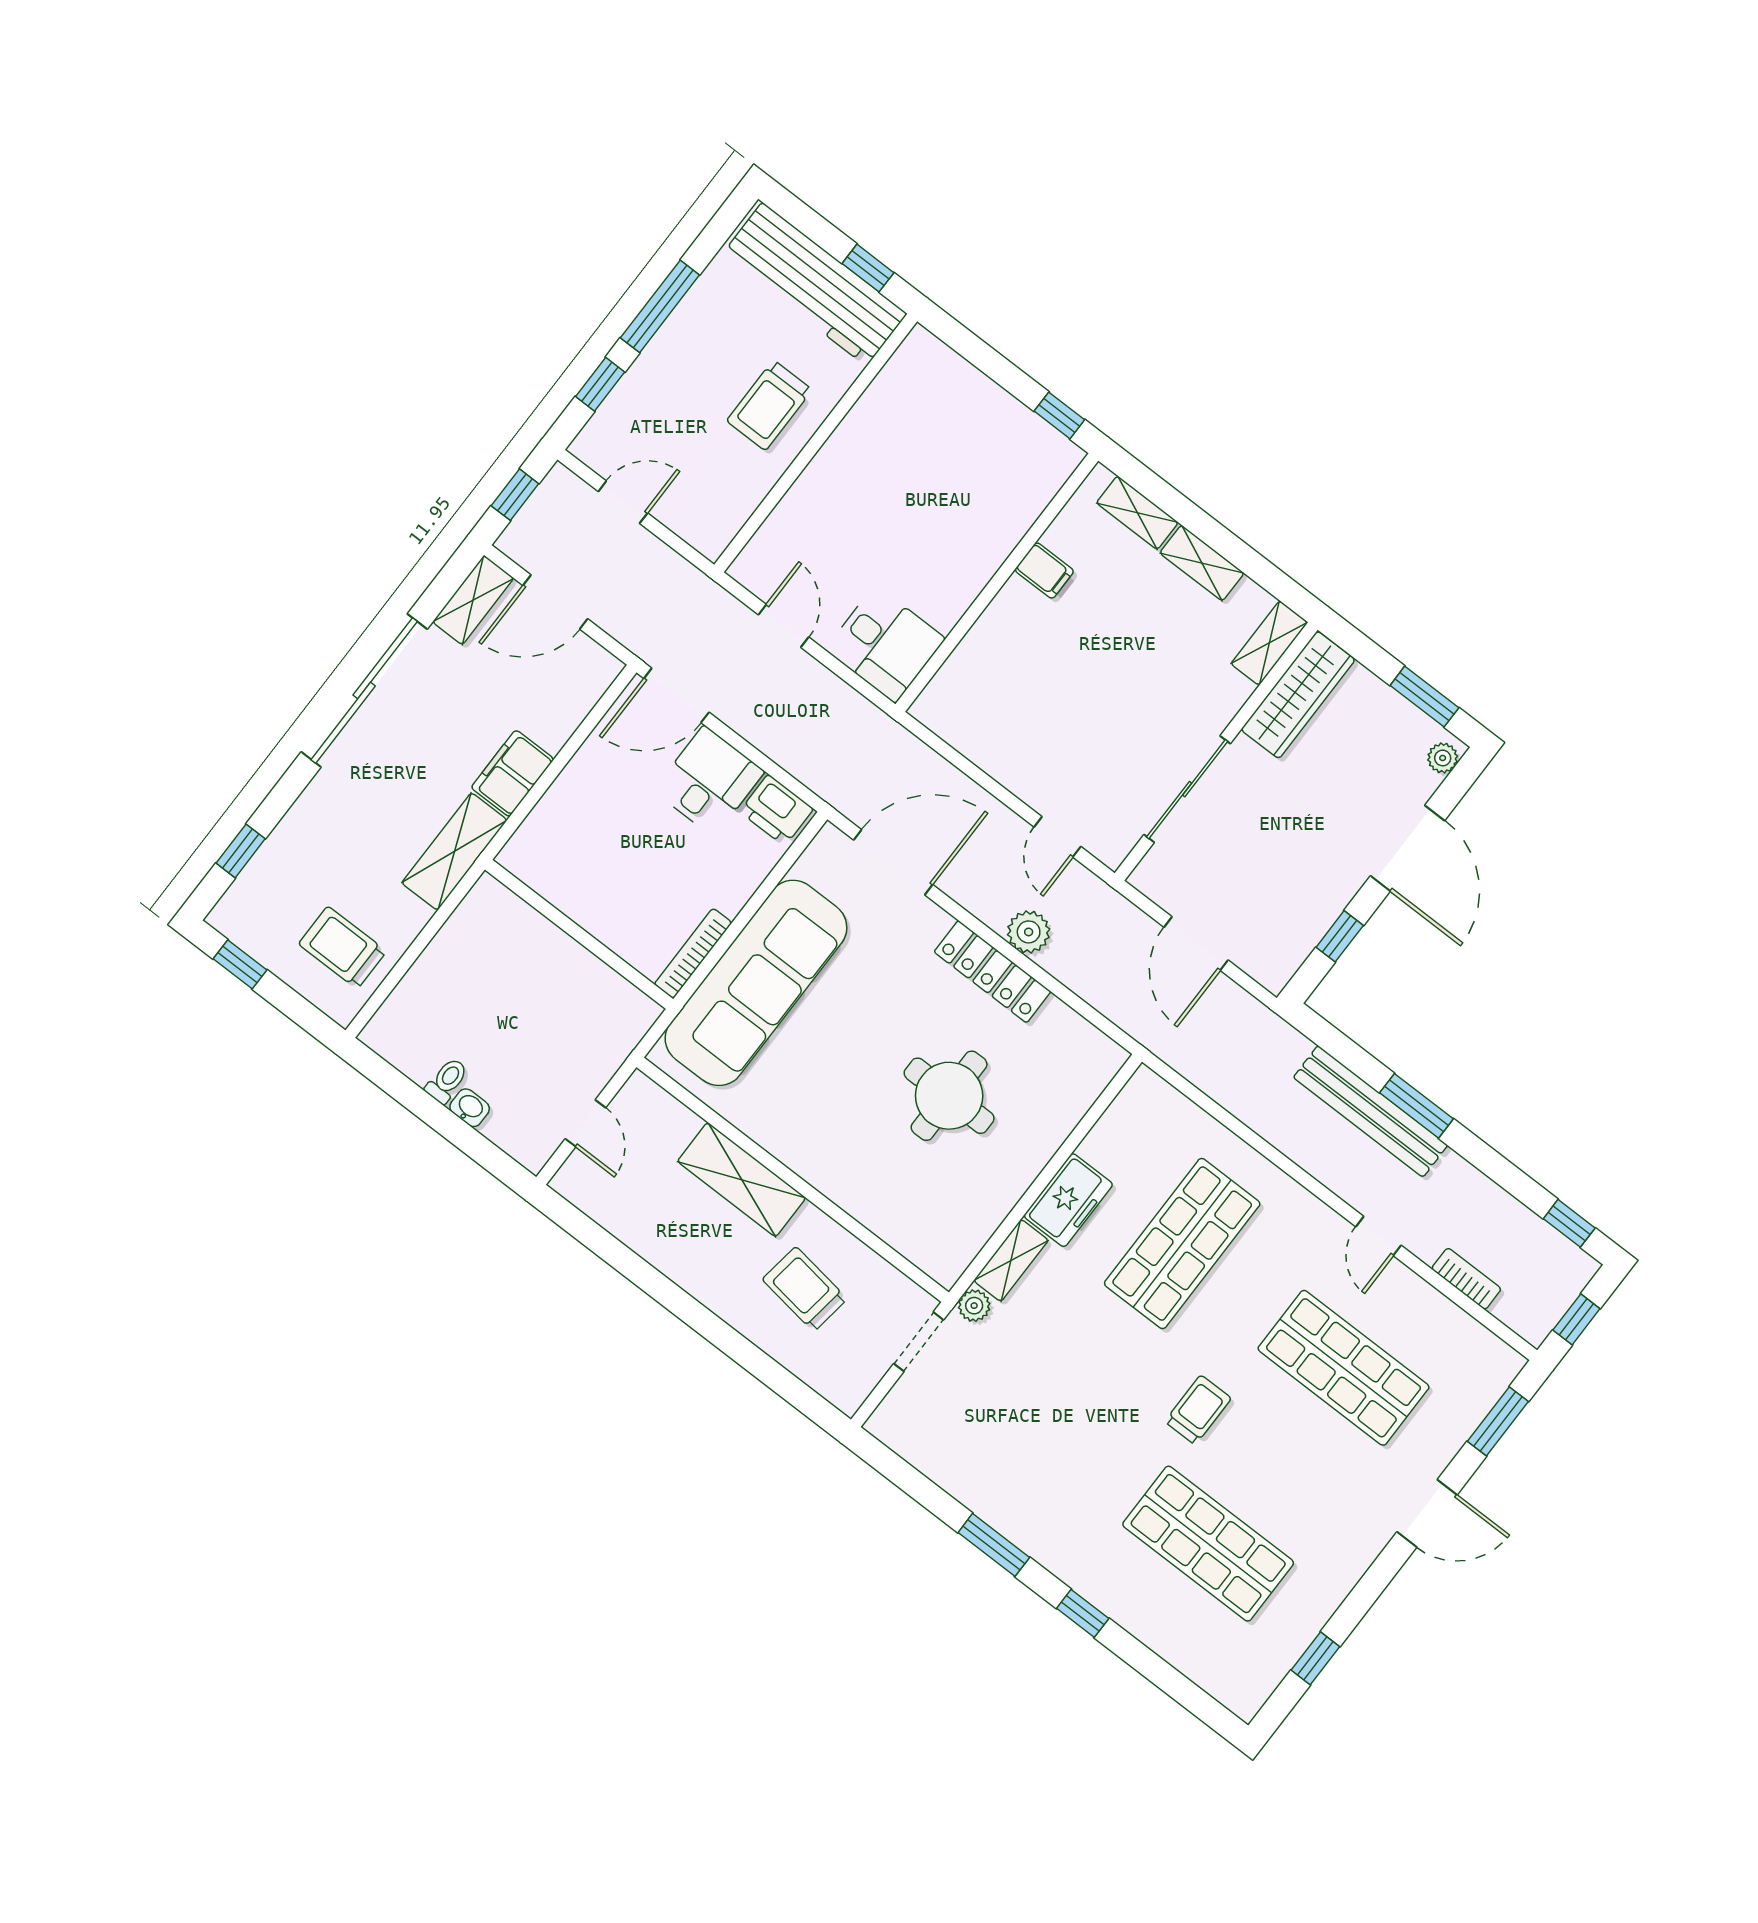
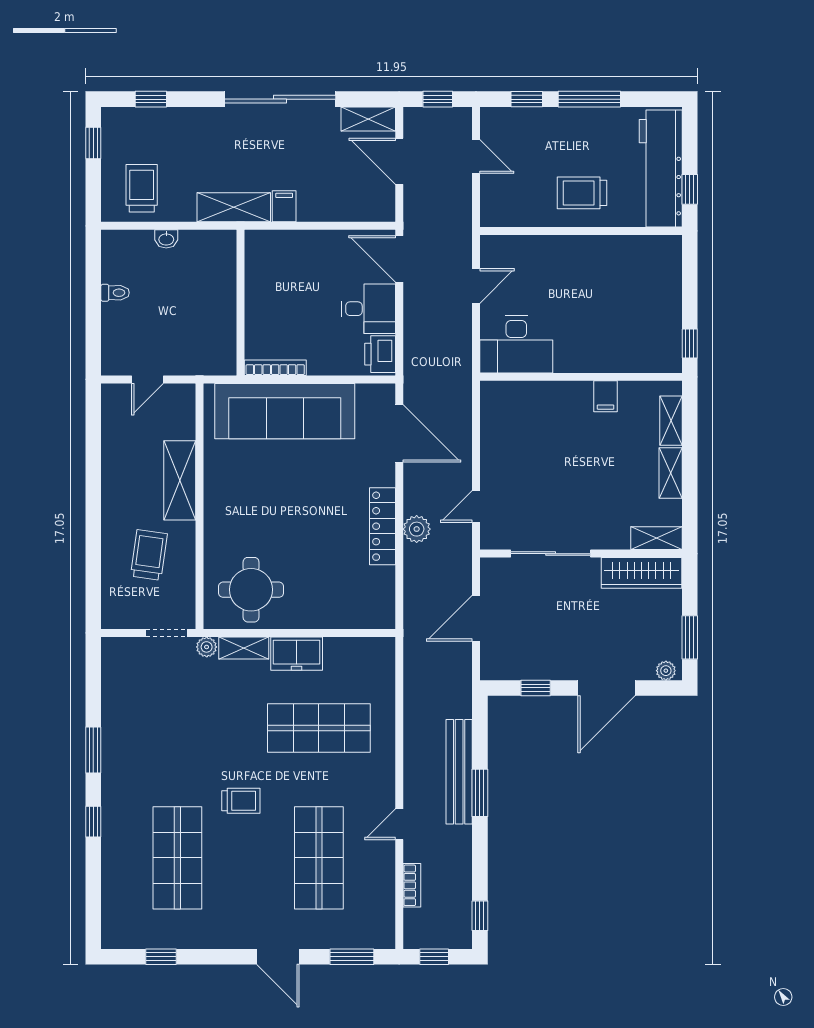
desk: (885, 644) -> (516, 344), width x1.37
filing cabinet: (512, 773) -> (284, 206), width x0.50
round table: (949, 1096) -> (251, 590), moved
washbasin: (470, 1108) -> (166, 239), moved, turned 90

